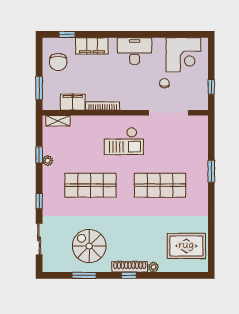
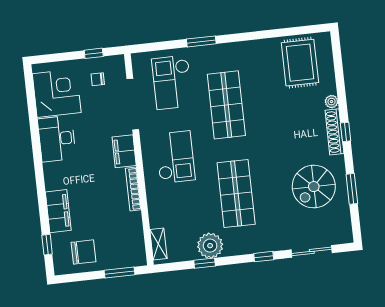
desk: (135, 51) -> (57, 139), moved
chair: (164, 83) -> (98, 79), moved
filing cabinet: (73, 102) -> (124, 151), moved
checkout: (182, 145) -> (172, 82), added
plant: (48, 161) -> (210, 246), width x1.88, depth x1.88

